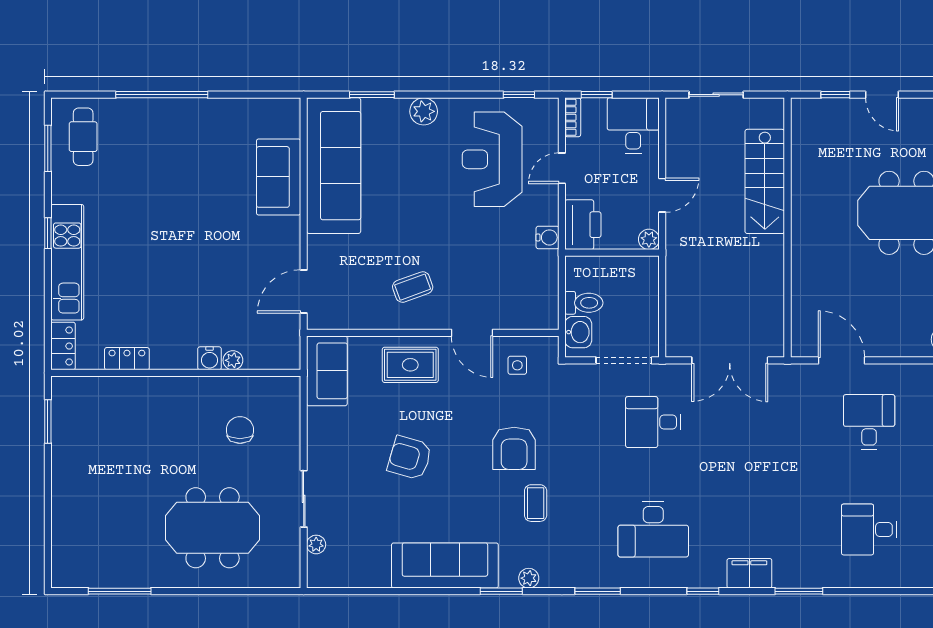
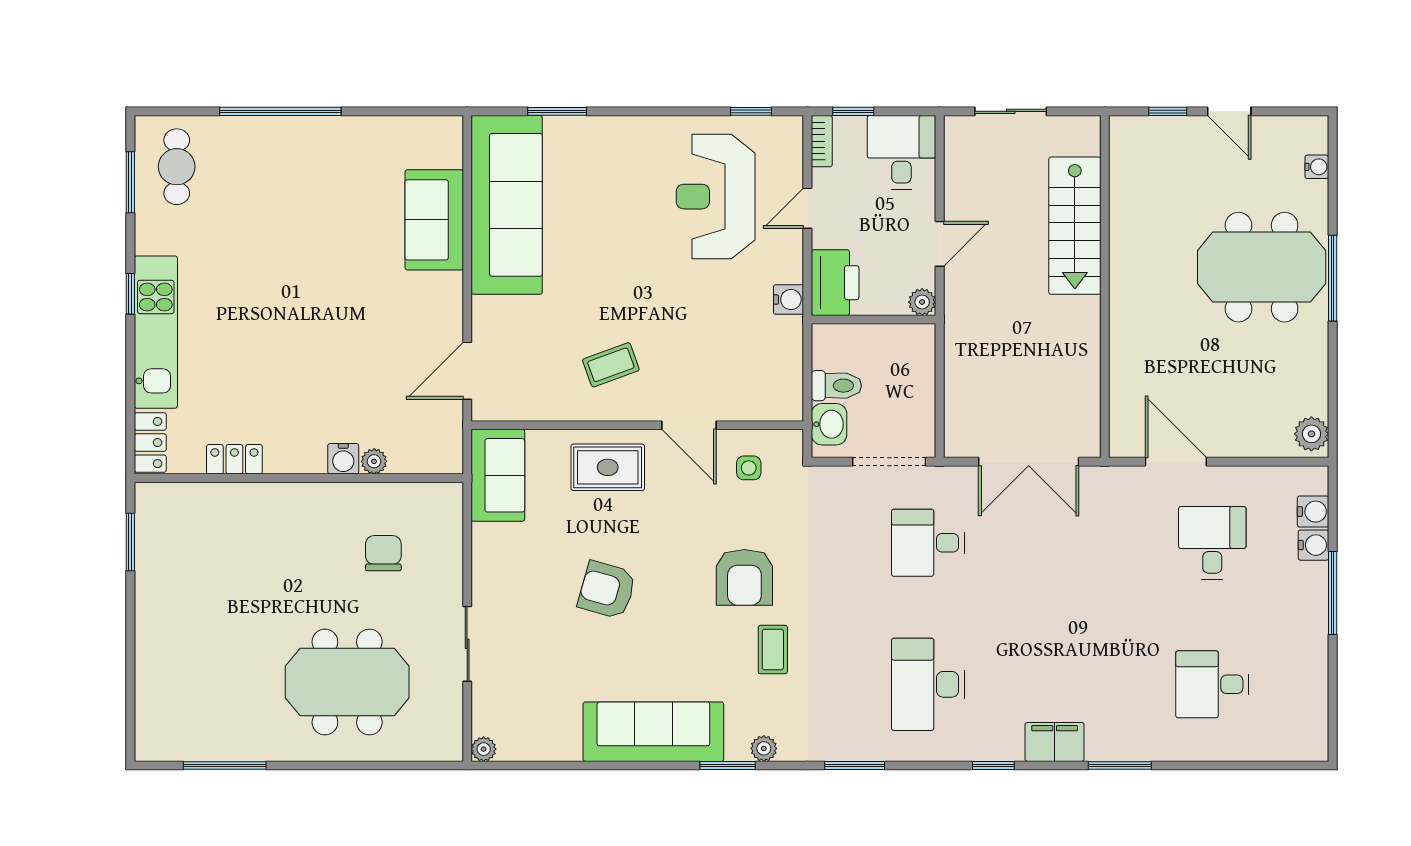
plant: (424, 111) -> (625, 133), removed
desk: (653, 529) -> (928, 684), turned 90
plant: (316, 544) -> (484, 749), moved

